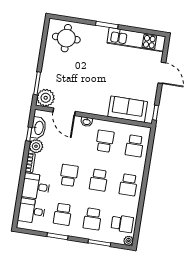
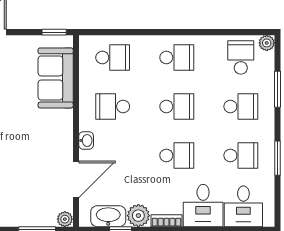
plant: (46, 98) -> (65, 219), width x0.53, depth x0.53
school desk: (69, 175) -> (177, 155), turned 180

